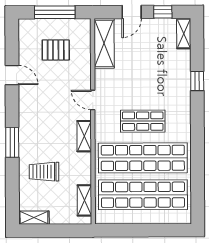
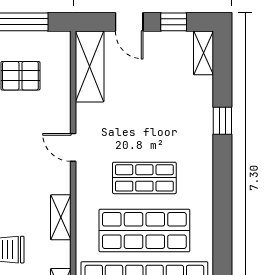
door: (132, 12) -> (129, 22), hinge flipped
shelving: (84, 136) -> (61, 217), moved
shop shelf: (143, 158) -> (144, 231), width x0.71

